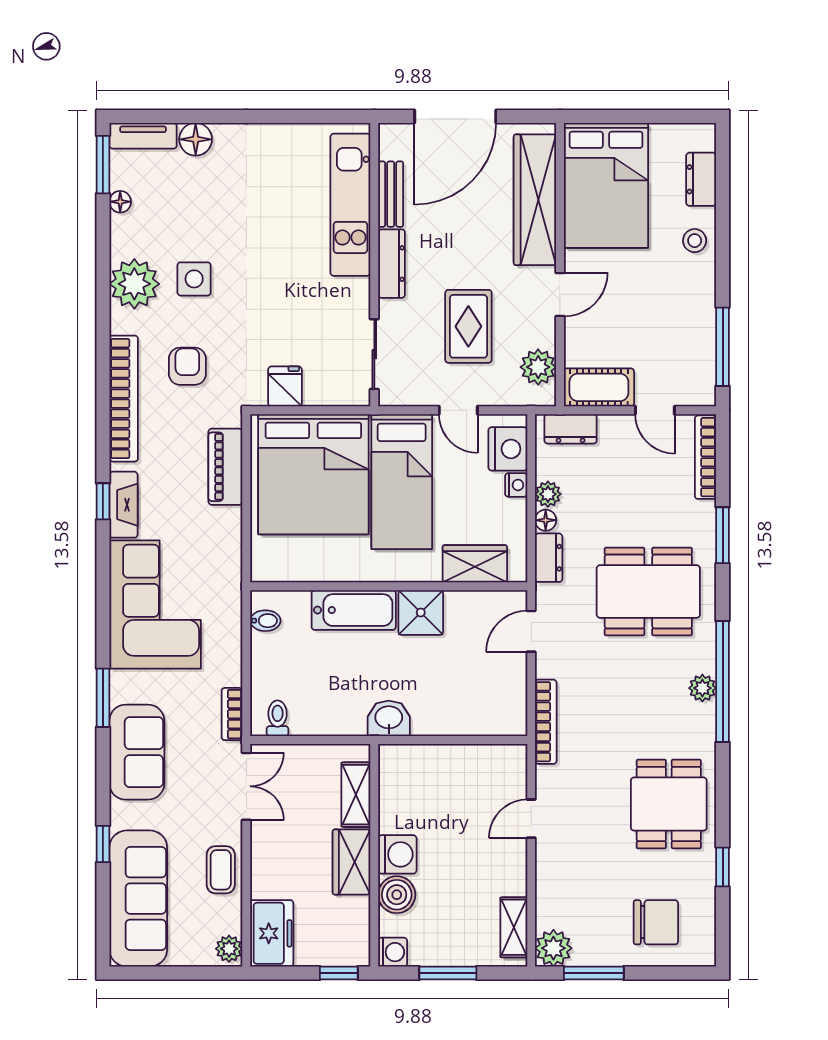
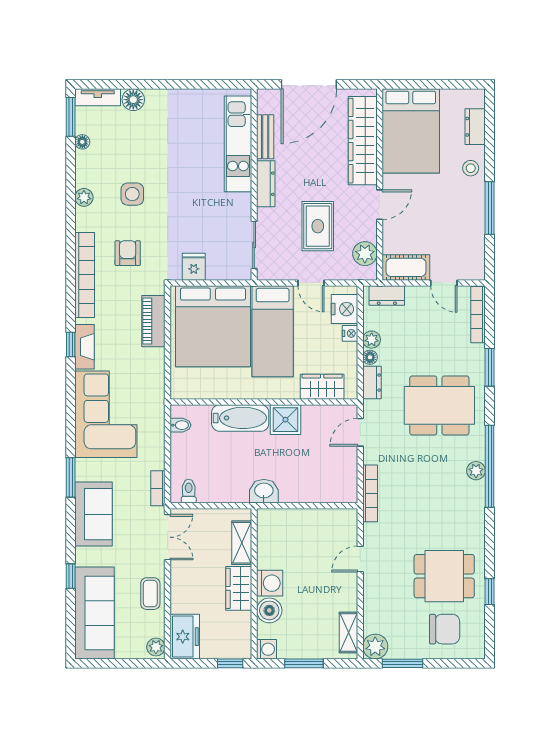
plant: (134, 284) -> (84, 197), width x0.53, depth x0.53
window: (723, 347) -> (490, 208), moved
dining table: (669, 804) -> (444, 576), moved, turned 90

